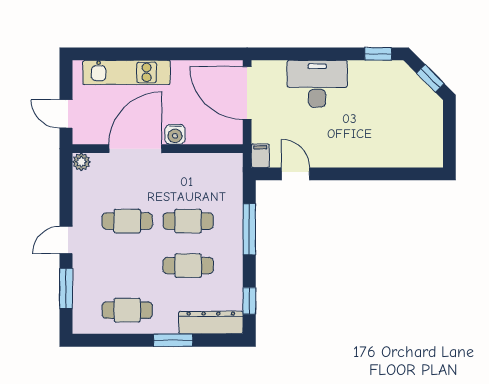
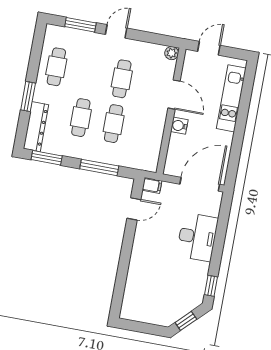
door: (135, 149) -> (174, 95), width x0.73
door: (66, 240) -> (116, 31), hinge flipped
window: (249, 301) -> (47, 158), width x1.50

